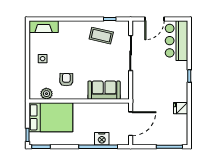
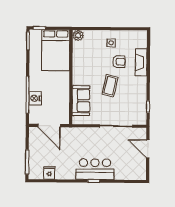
fireplace: (44, 27) -> (141, 62), moved
coffee table: (101, 36) -> (110, 86), moved
bar counter: (176, 41) -> (95, 169), moved
armchair: (66, 80) -> (119, 62), moved
plant: (46, 94) -> (78, 35), moved
fridge: (181, 108) -> (49, 173), moved

